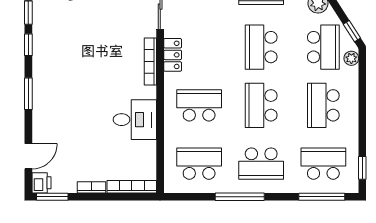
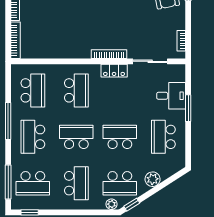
school desk: (323, 105) -> (76, 183), turned 90
desk: (135, 120) -> (66, 42), removed
school desk: (323, 164) -> (33, 183), turned 90

